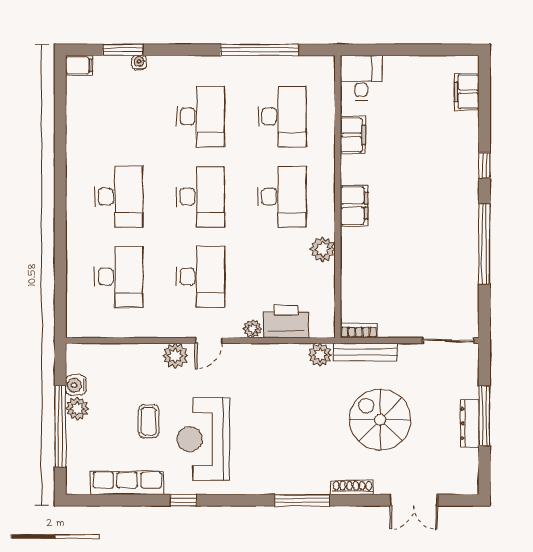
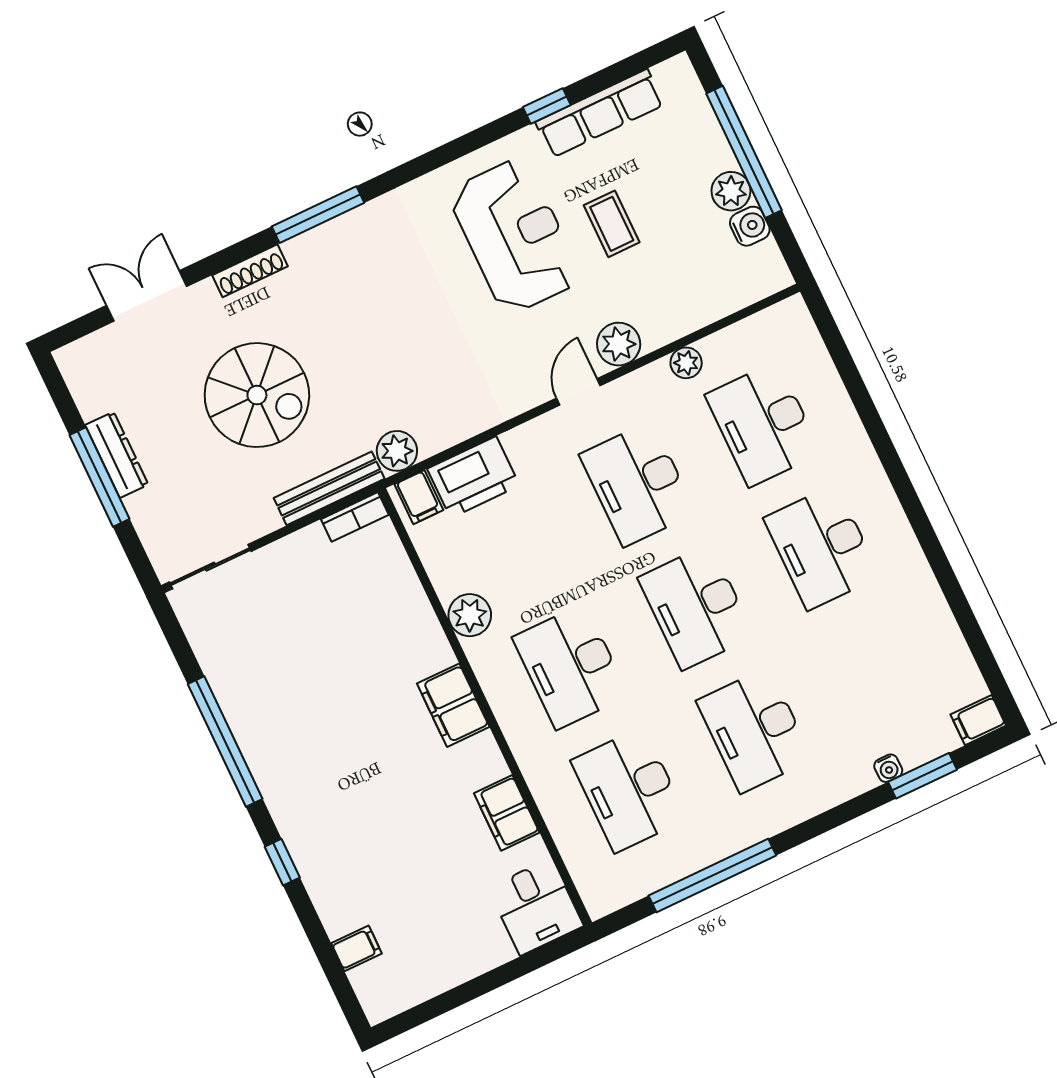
filing cabinet: (467, 92) -> (356, 948), width x0.50
filing cabinet: (320, 325) -> (419, 497), added
plant: (253, 329) -> (686, 363), moved
window: (183, 500) -> (547, 106), moved

